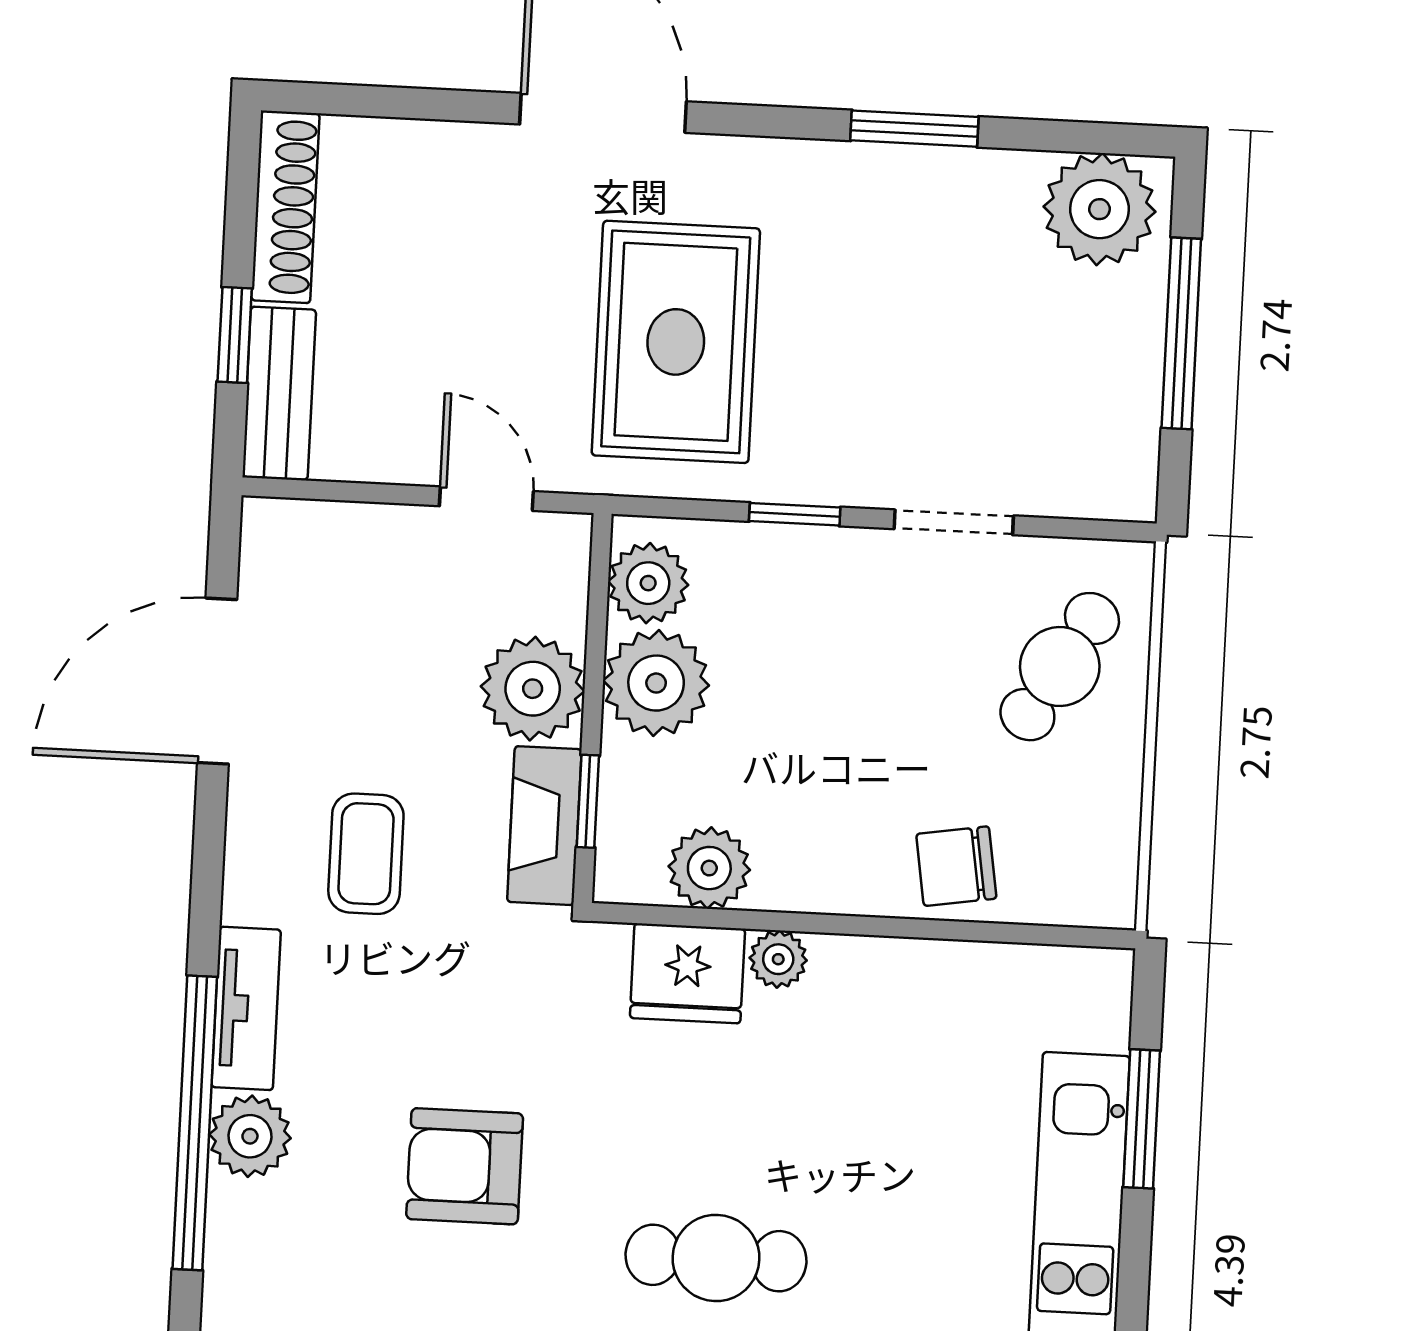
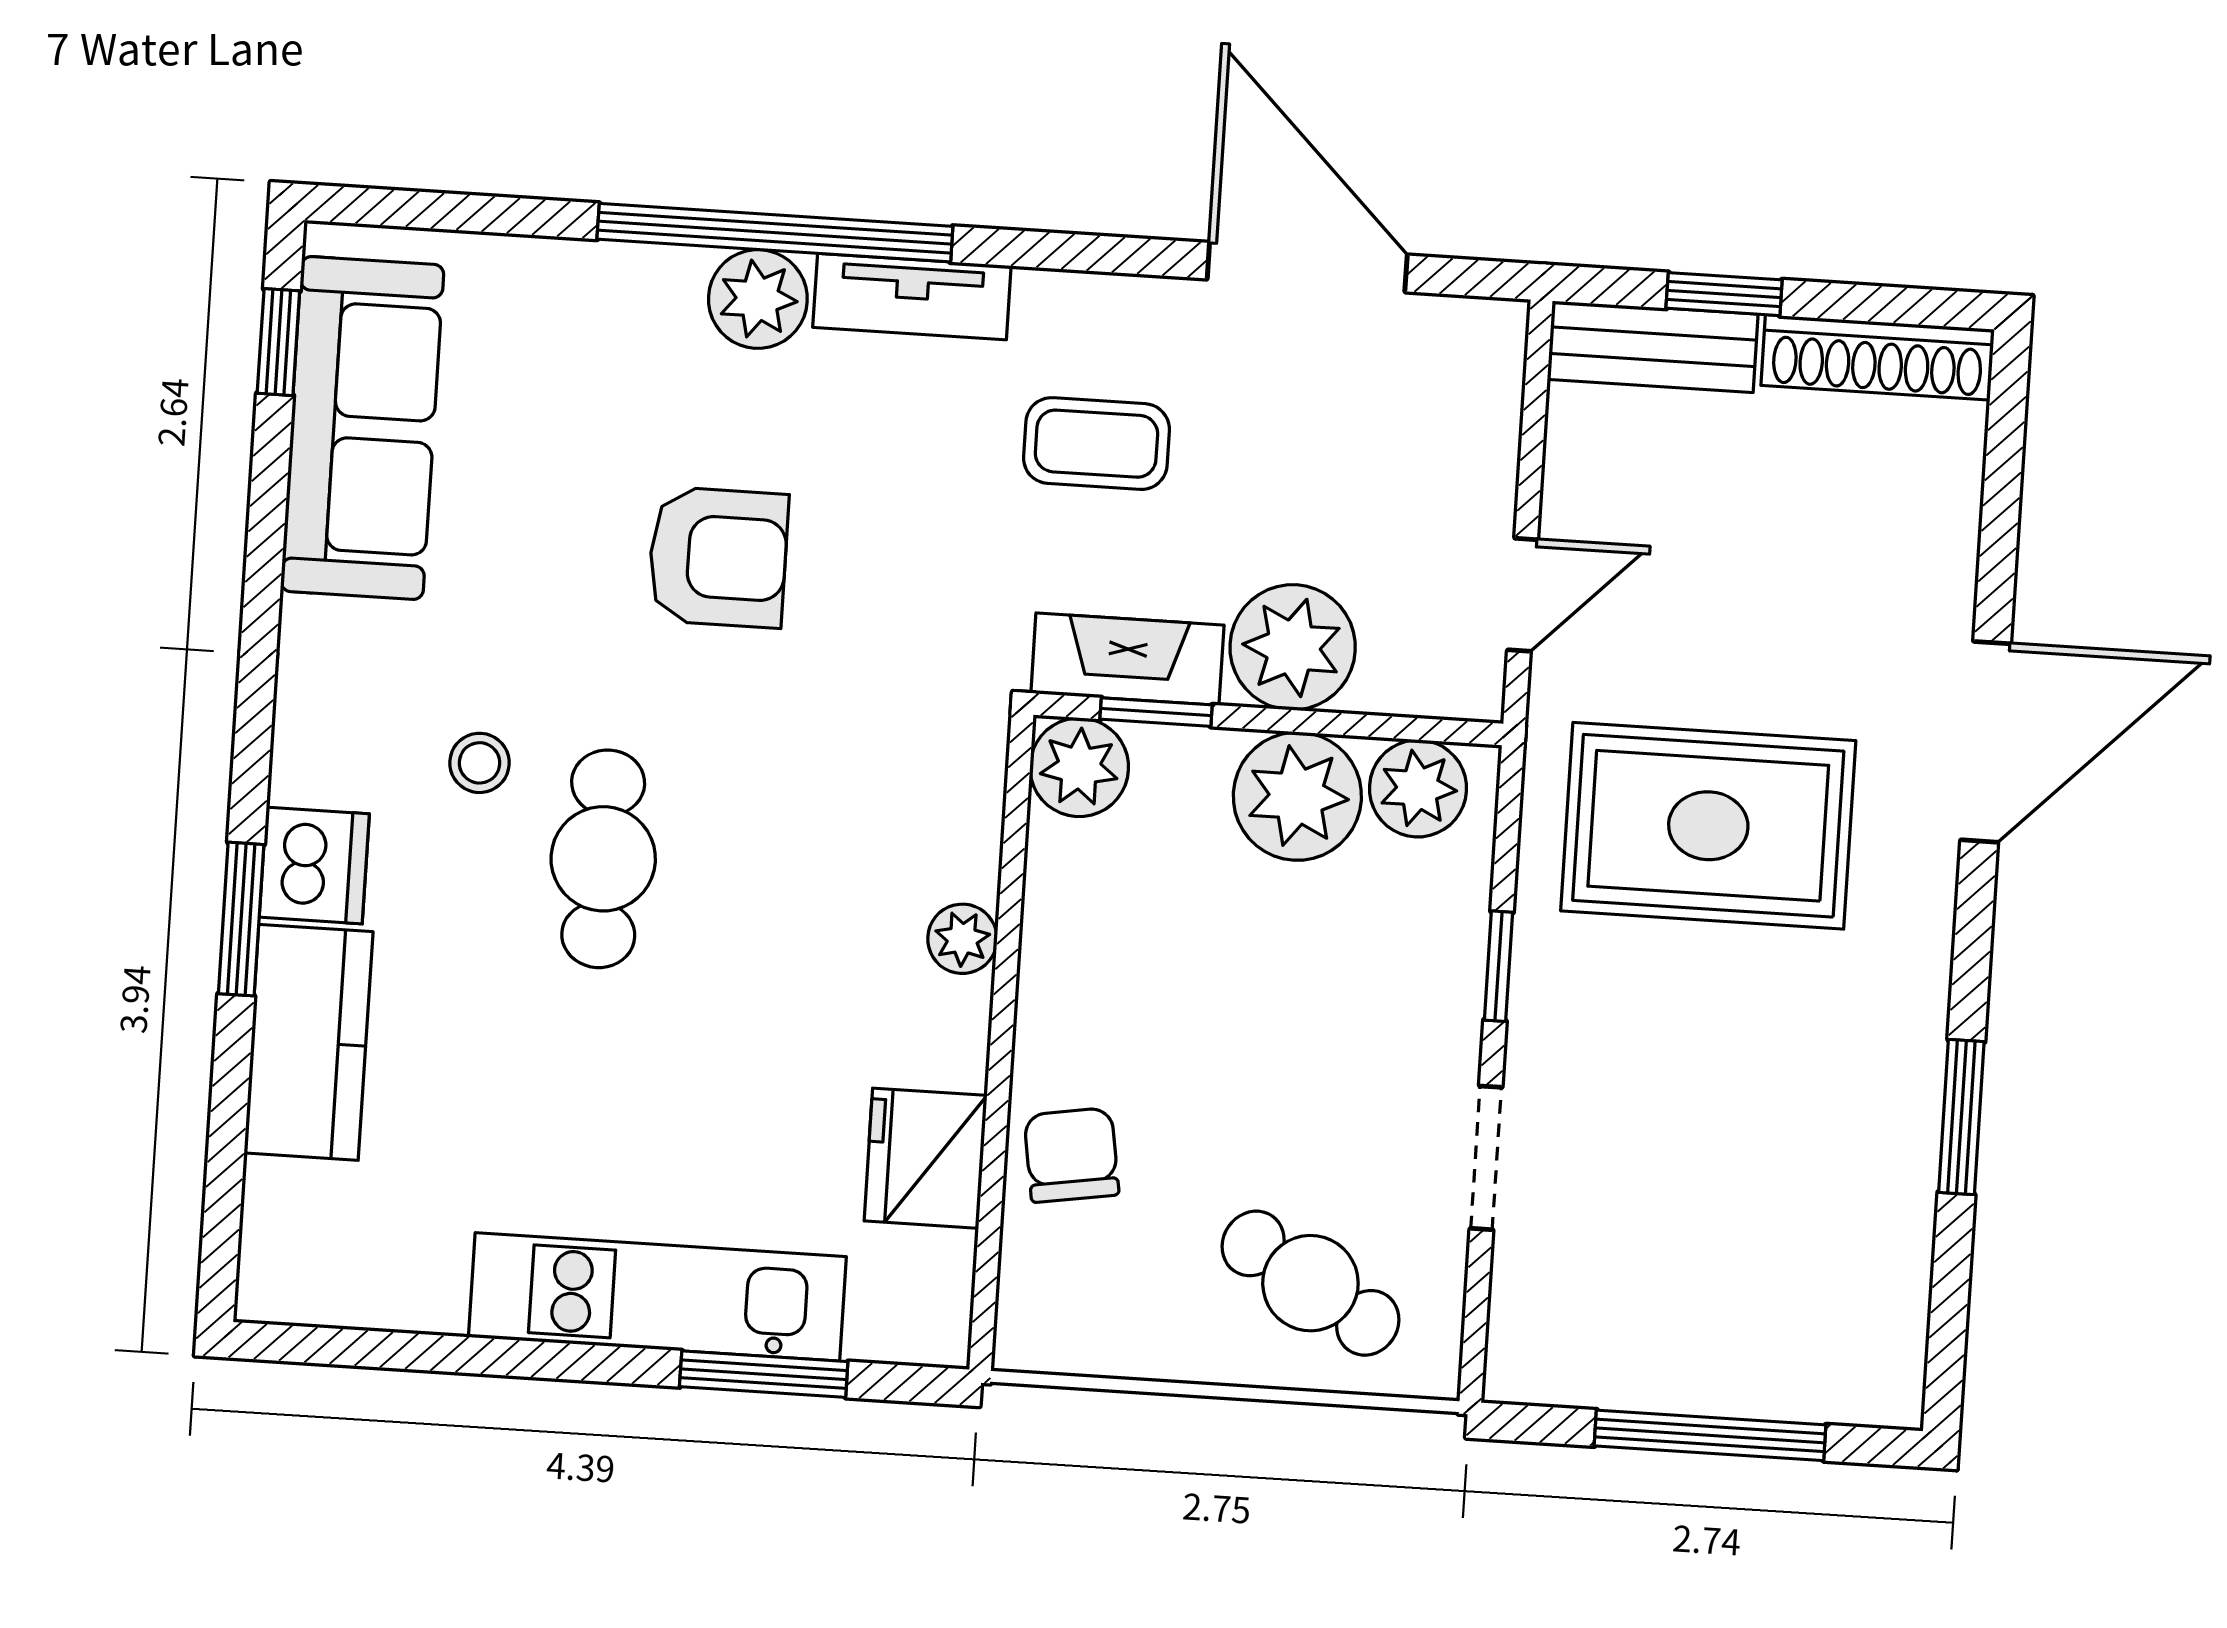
plant: (1099, 209) -> (1861, 1339), removed
plant: (709, 868) -> (1079, 767), moved
fridge: (687, 973) -> (926, 1158), moved
armchair: (465, 1166) -> (718, 557), turned 90

